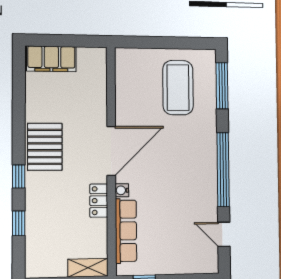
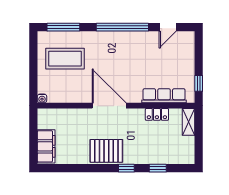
water cooler: (122, 190) -> (42, 98), moved
locker: (99, 201) -> (157, 114), moved

